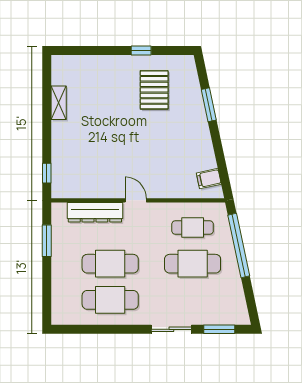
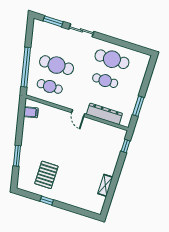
cafe table: (110, 264) -> (105, 81), width x0.73, depth x0.74

